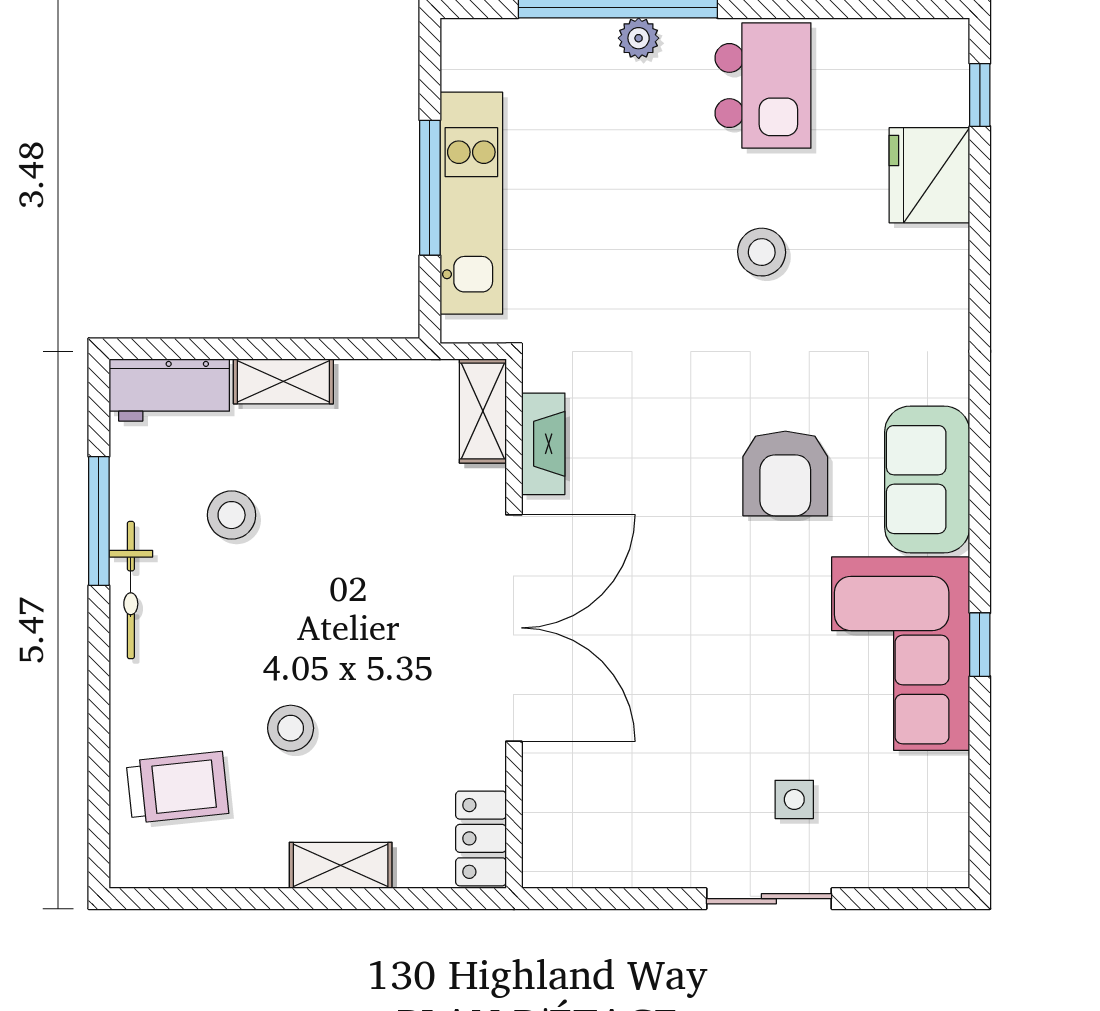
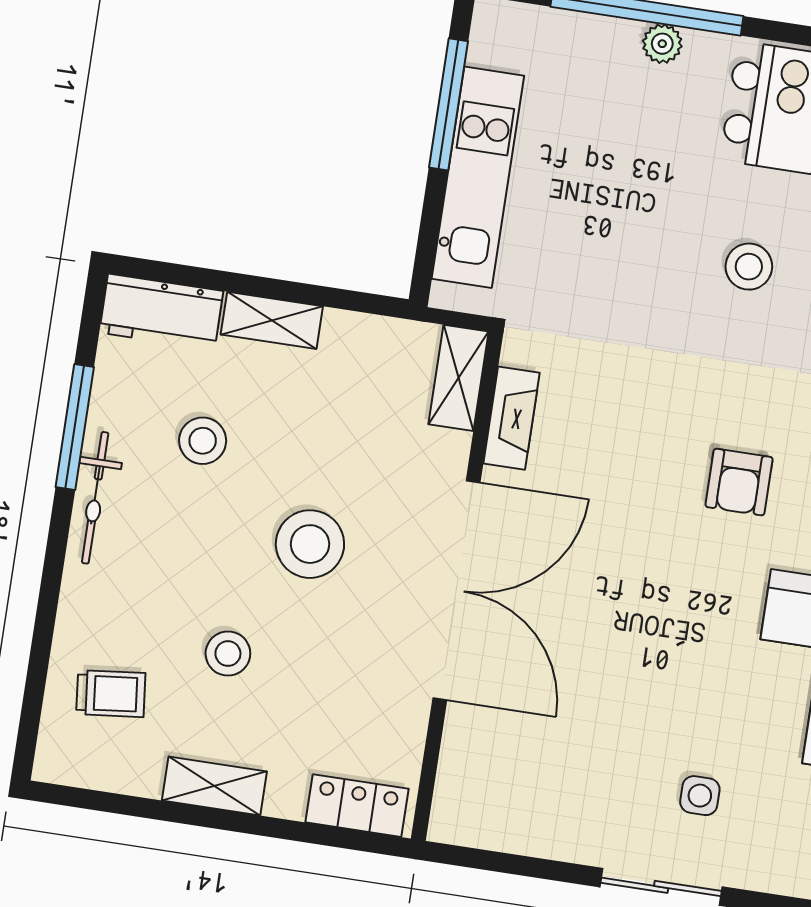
window: (430, 188) -> (448, 104), moved
armchair: (785, 473) -> (739, 482), width x0.72, depth x0.72
stool: (357, 604) -> (310, 544), added
trolley: (177, 787) -> (111, 694), width x0.73, depth x0.72
locker: (481, 838) -> (357, 806), moved, turned 90
shelving: (341, 865) -> (214, 786), moved

